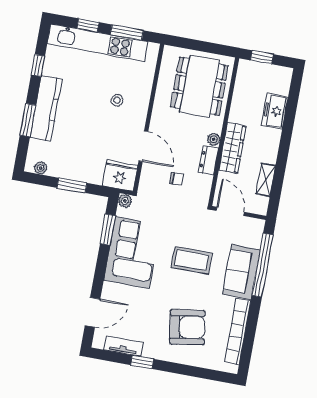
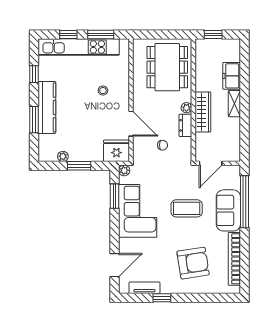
plant: (41, 168) -> (63, 156), moved
shelving: (266, 180) -> (234, 104), moved
door: (230, 211) -> (211, 163), swing flipped

